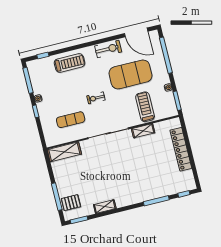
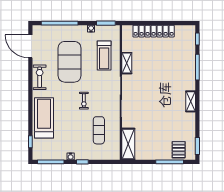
door: (136, 32) -> (30, 46), swing flipped
treadmill: (70, 63) -> (44, 118), width x1.37, depth x1.38
treadmill: (145, 107) -> (104, 55), turned -90
shelving: (105, 207) -> (191, 101), moved

